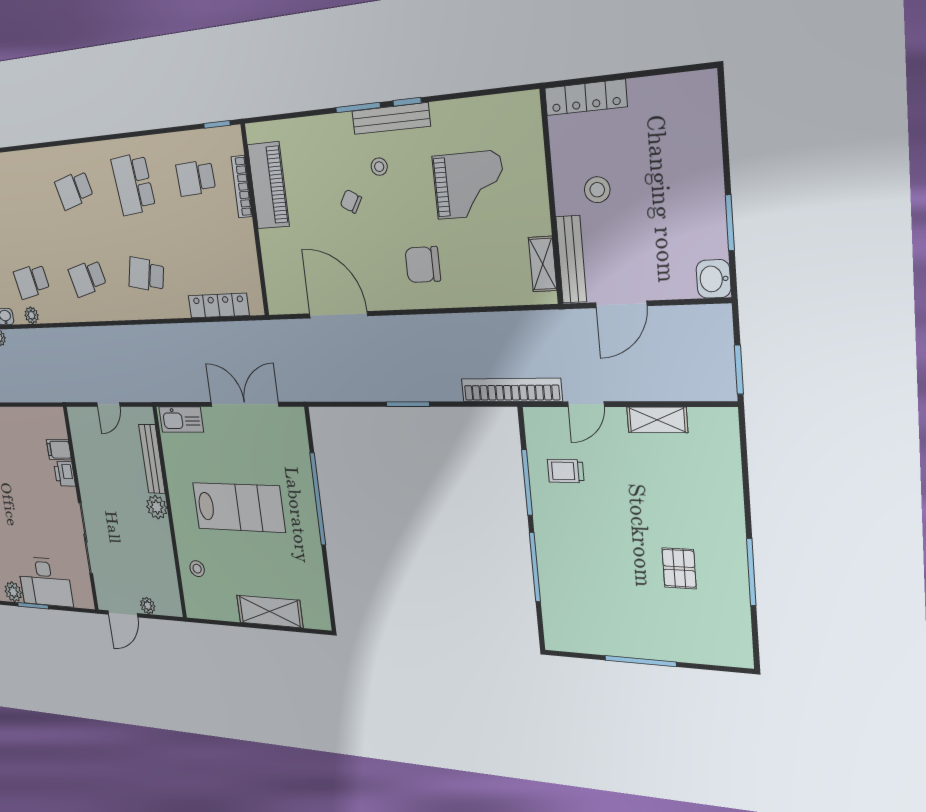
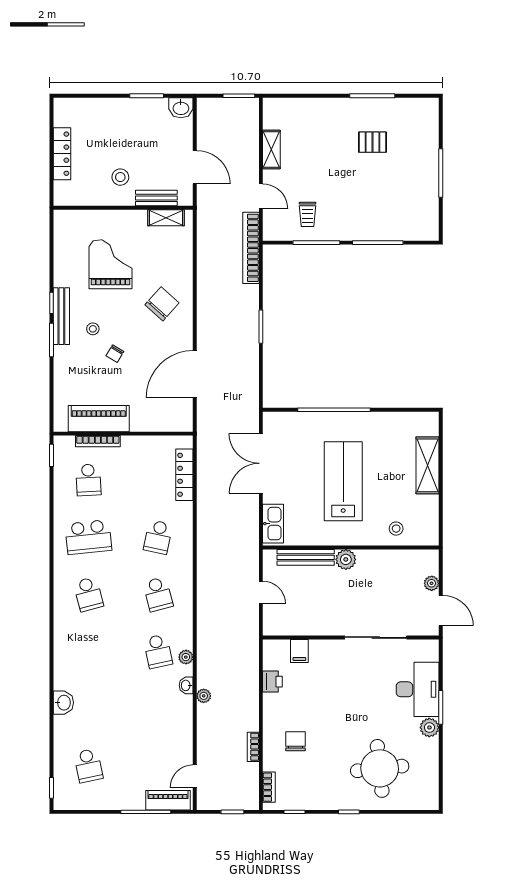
locker: (586, 97) -> (62, 154), moved
bench: (571, 259) -> (156, 198), width x0.73
chair: (423, 265) -> (162, 304), turned -138
printer: (65, 474) -> (272, 682), moved, turned -90

